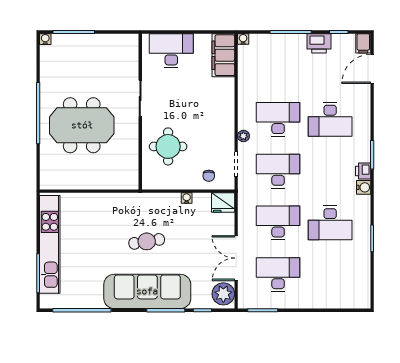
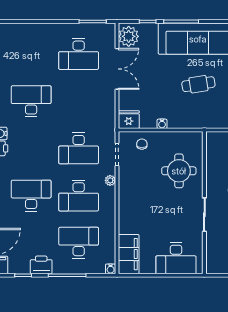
desk: (278, 223) -> (79, 243), moved, turned 180

